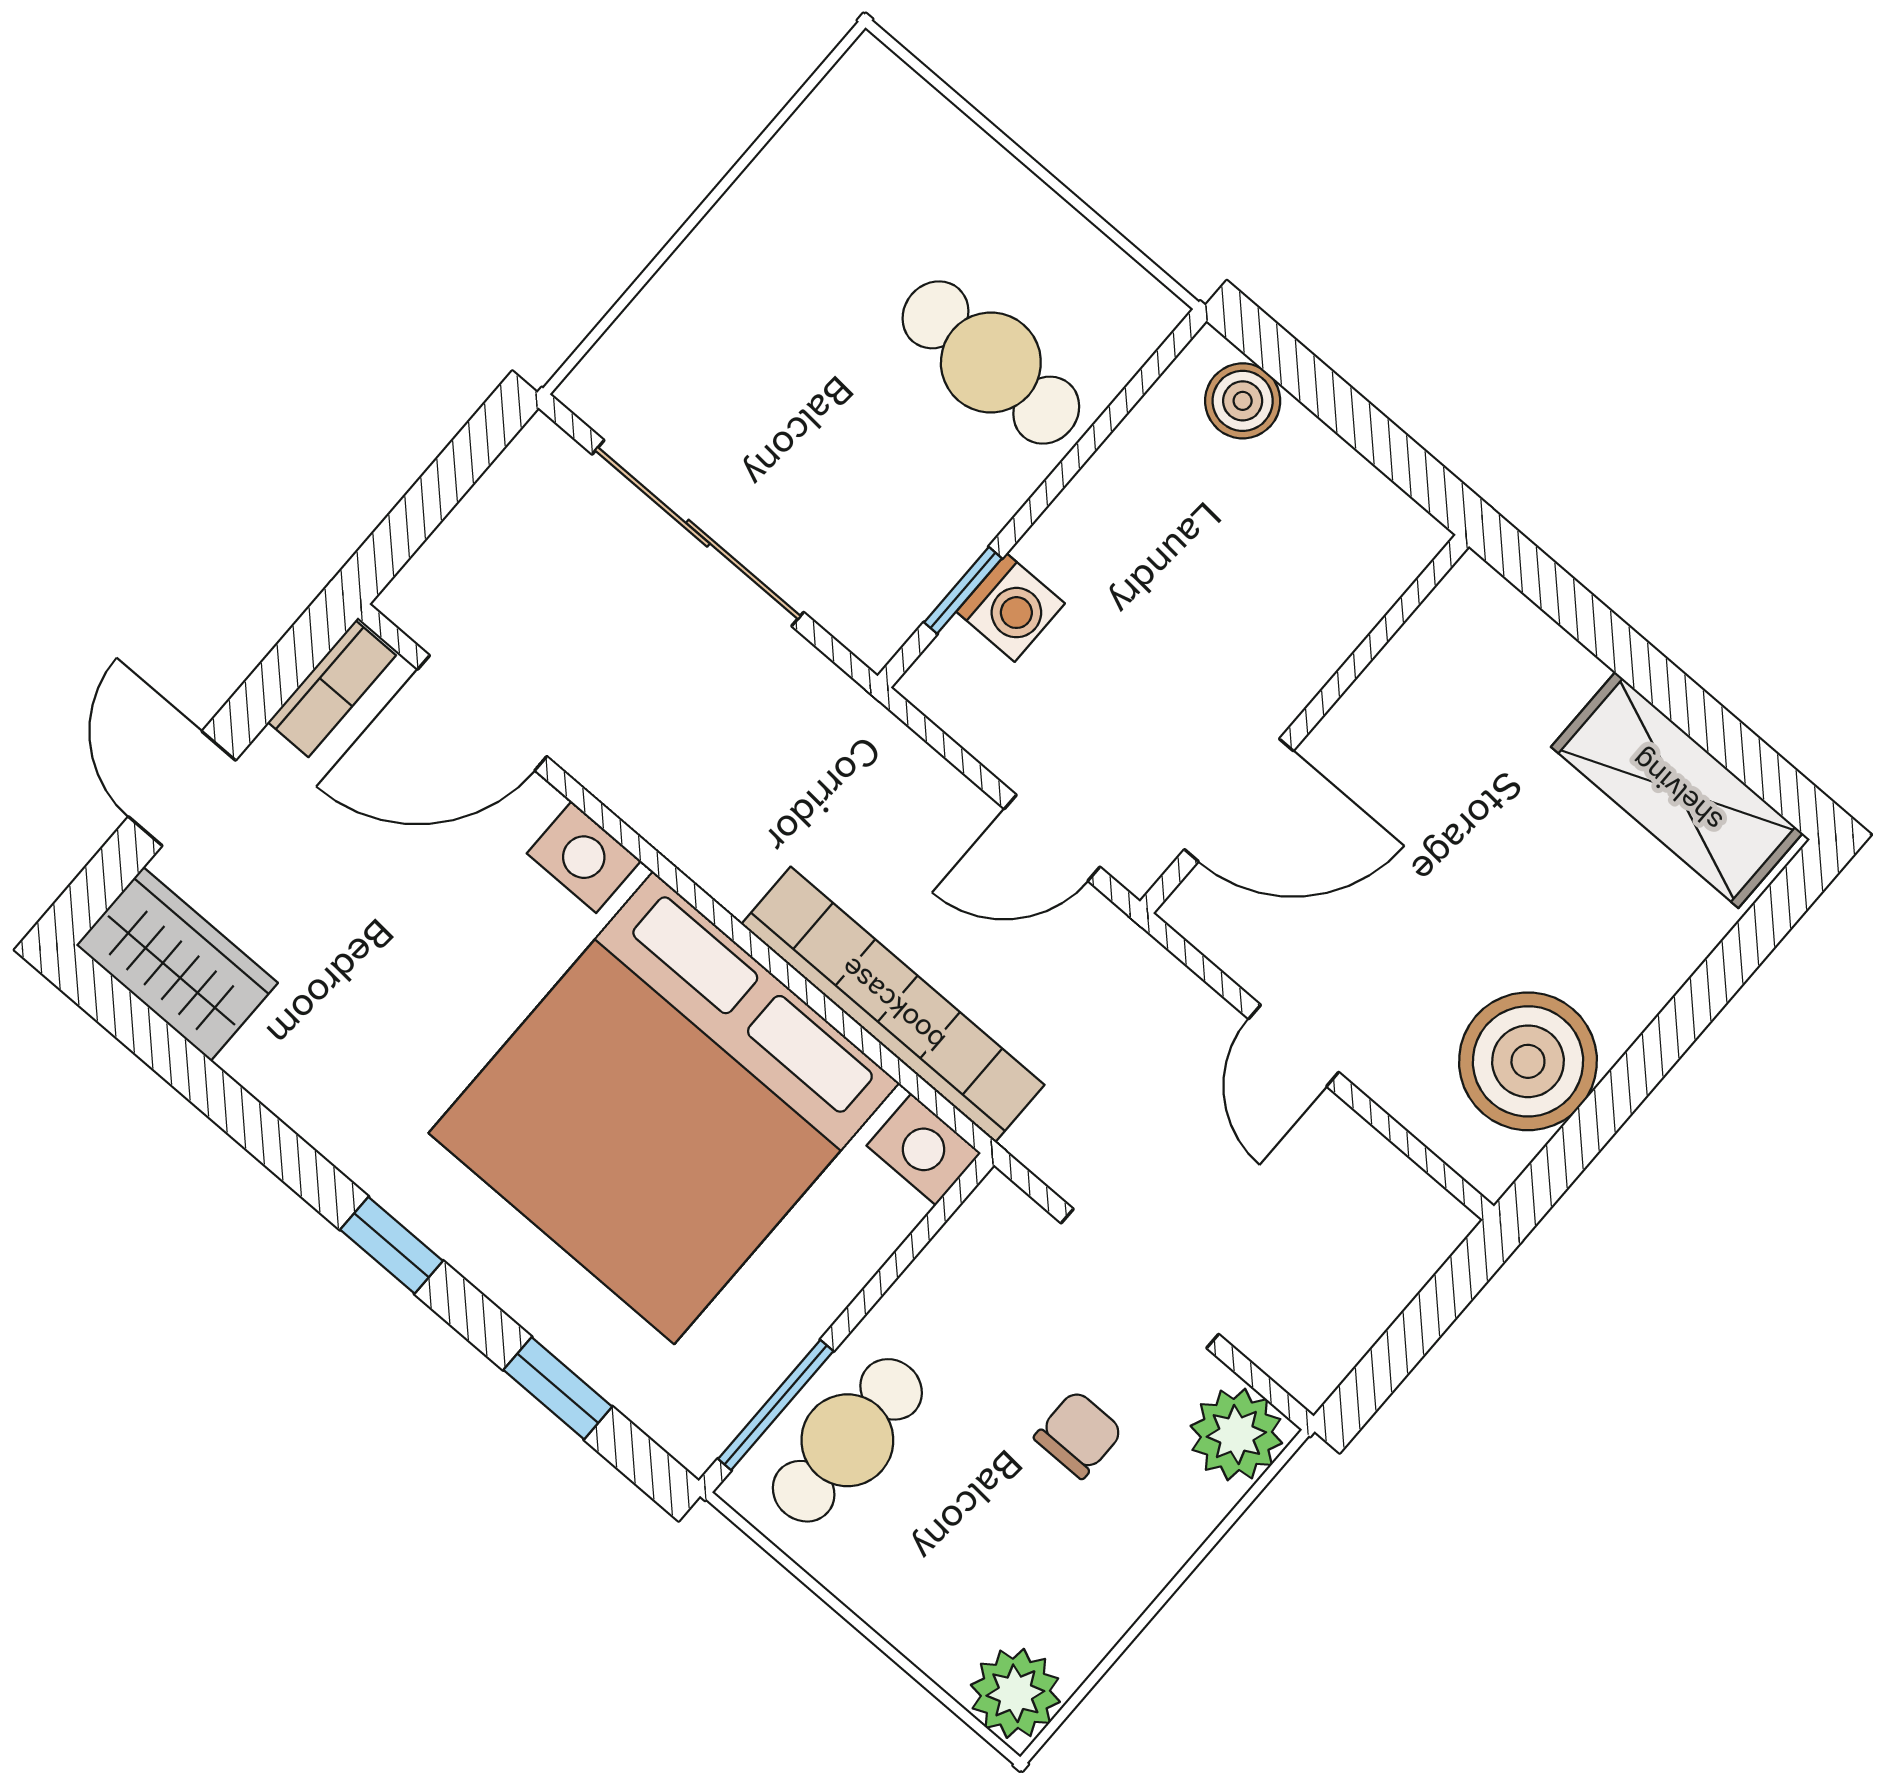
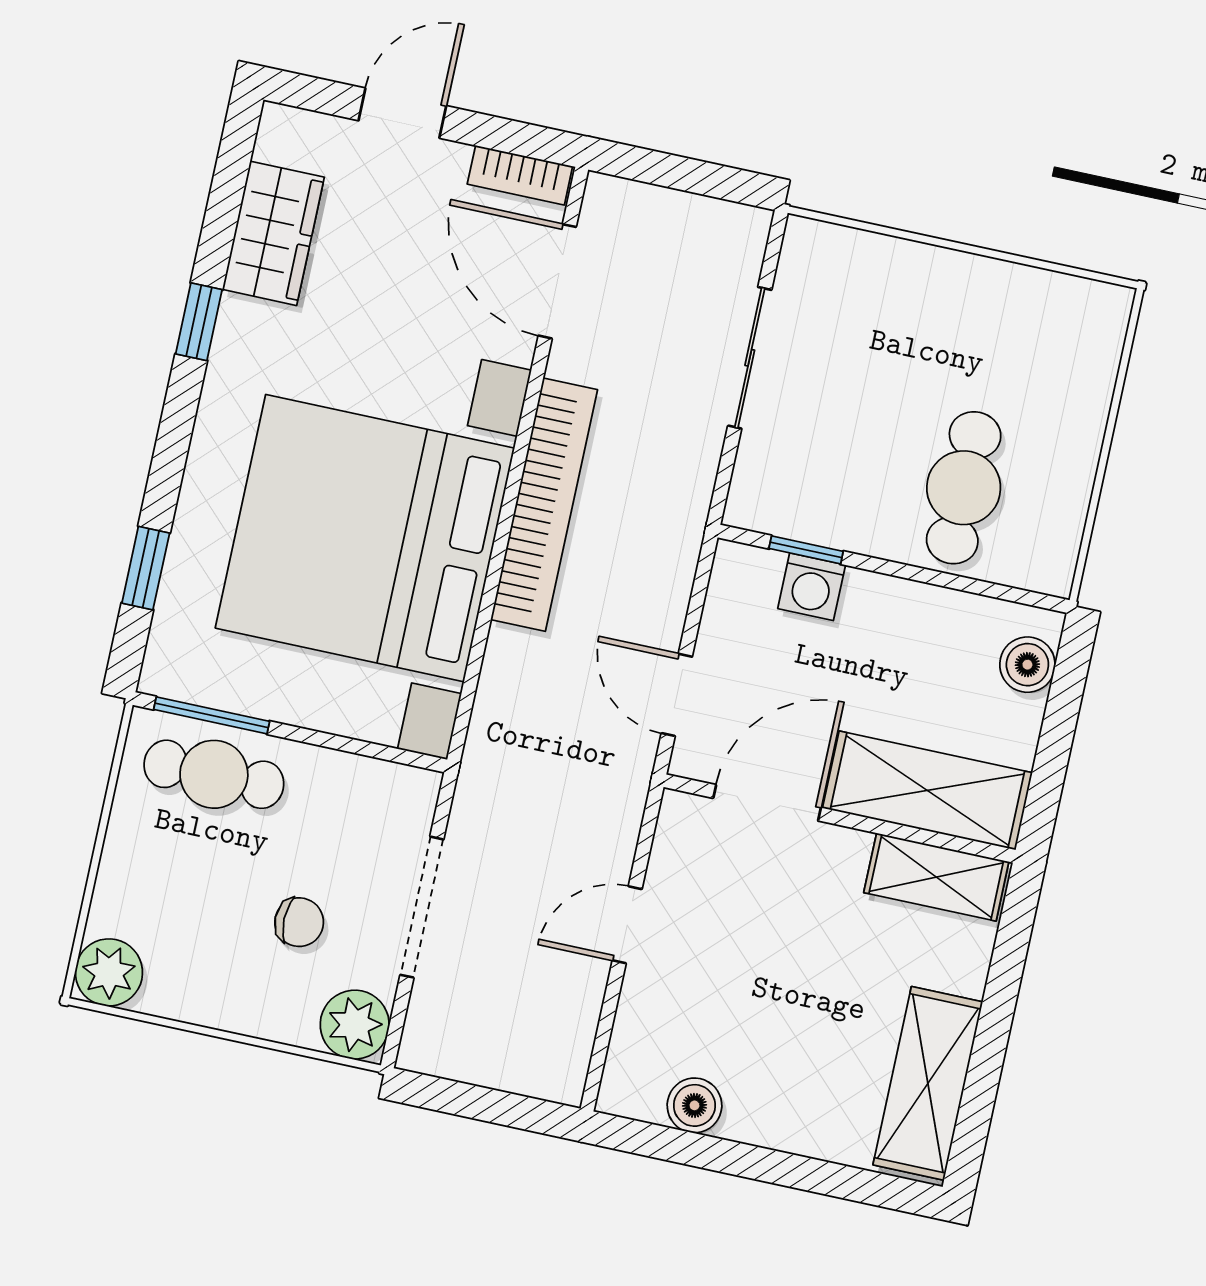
sliding door: (698, 533) -> (750, 358), width x0.73
shelving: (1328, 601) -> (927, 790), added
shelving: (1437, 647) -> (936, 877), added
door: (1239, 800) -> (767, 803), swing flipped
wardrobe: (177, 964) -> (273, 233), moved
bookcase: (893, 1004) -> (544, 505), moved
boiler: (1528, 1061) -> (694, 1105), width x0.54, depth x0.54
window: (392, 1245) -> (199, 322), moved

